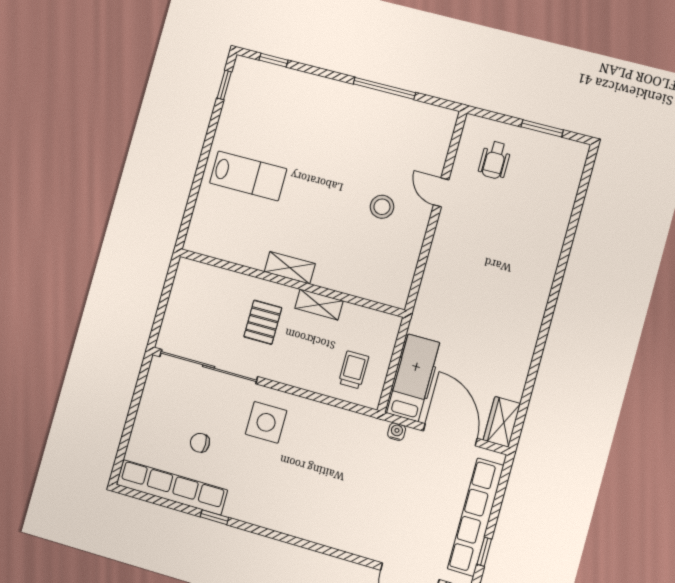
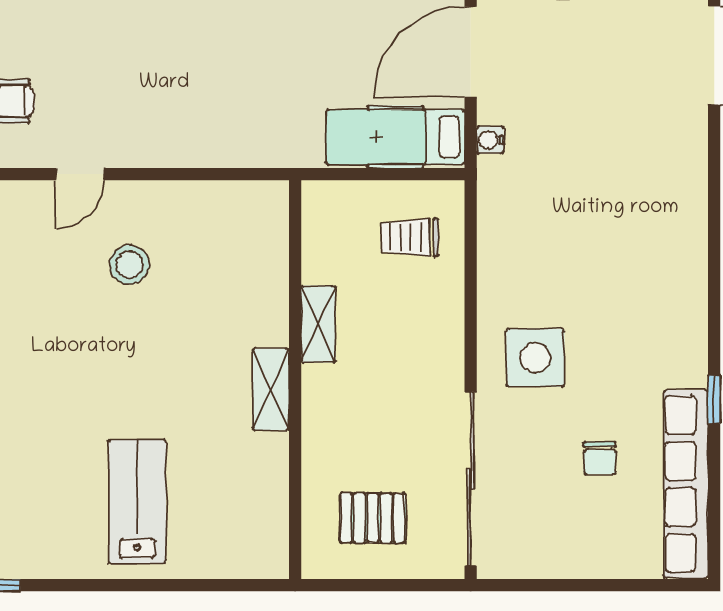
pallet: (263, 322) -> (373, 518), moved

